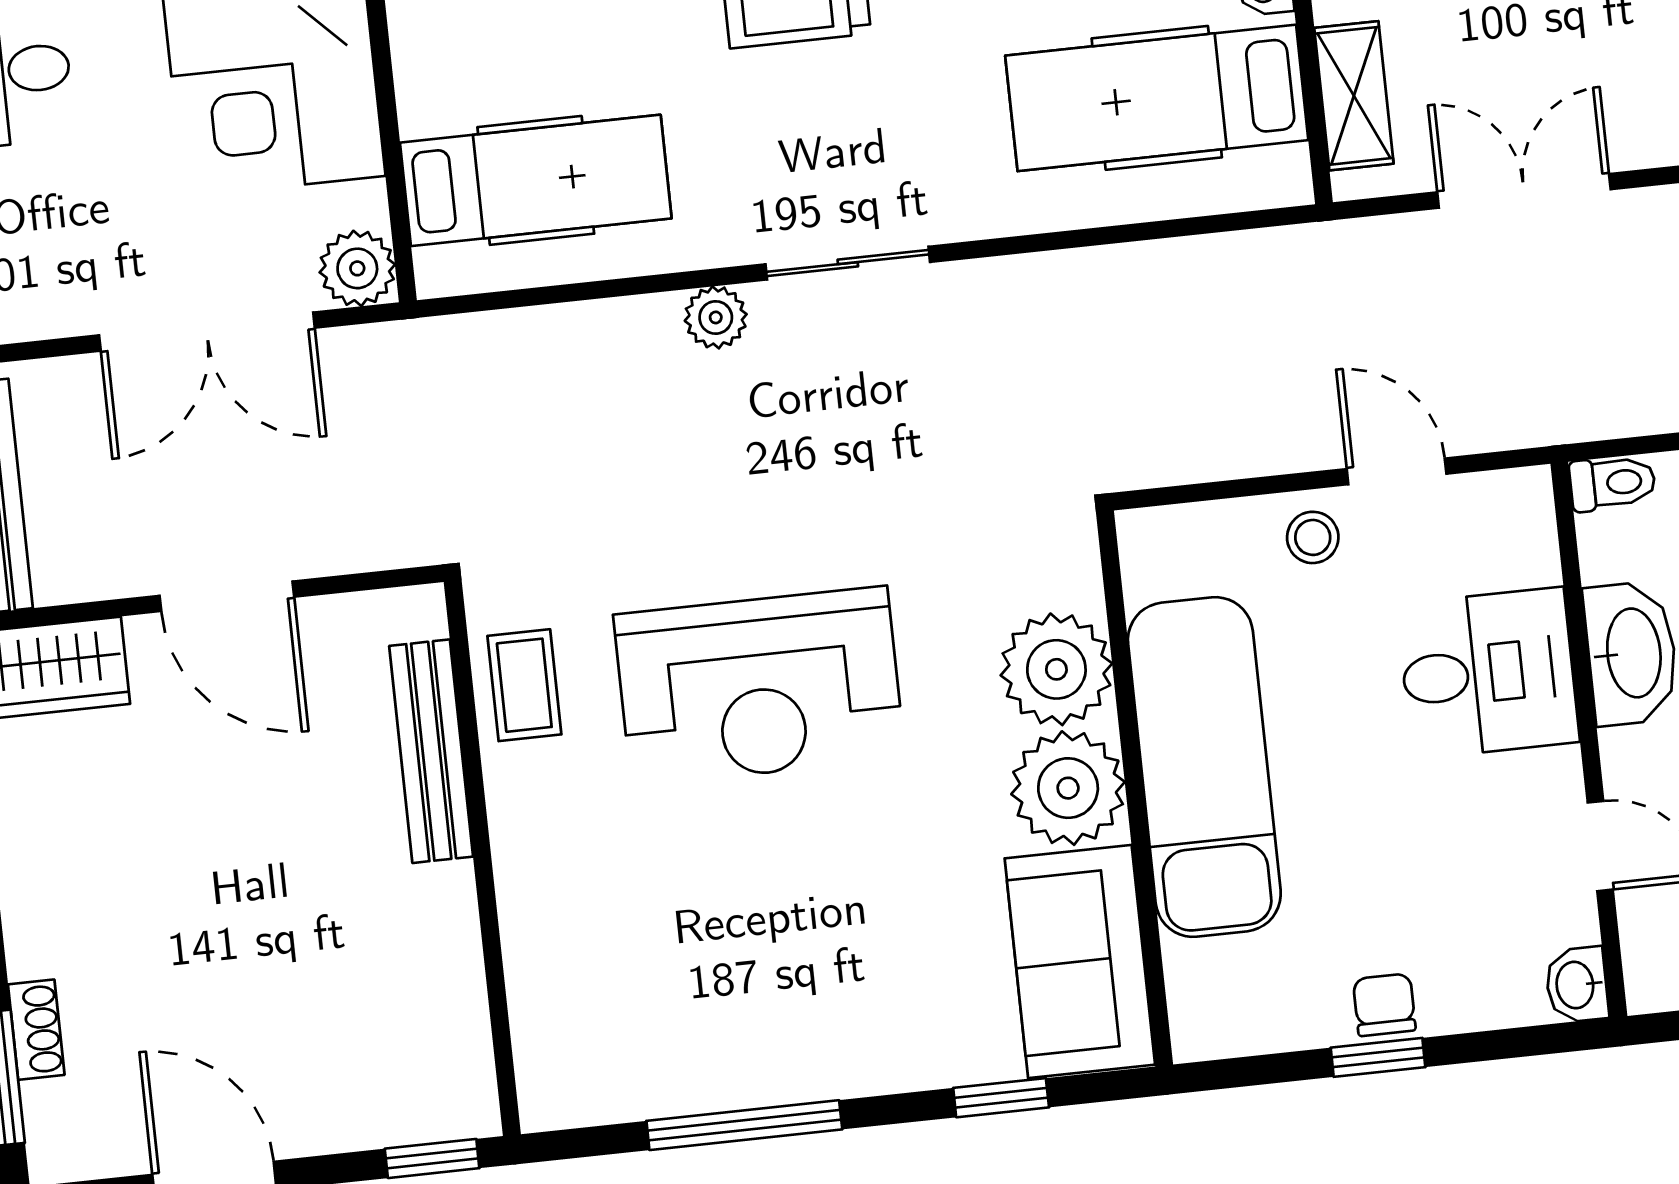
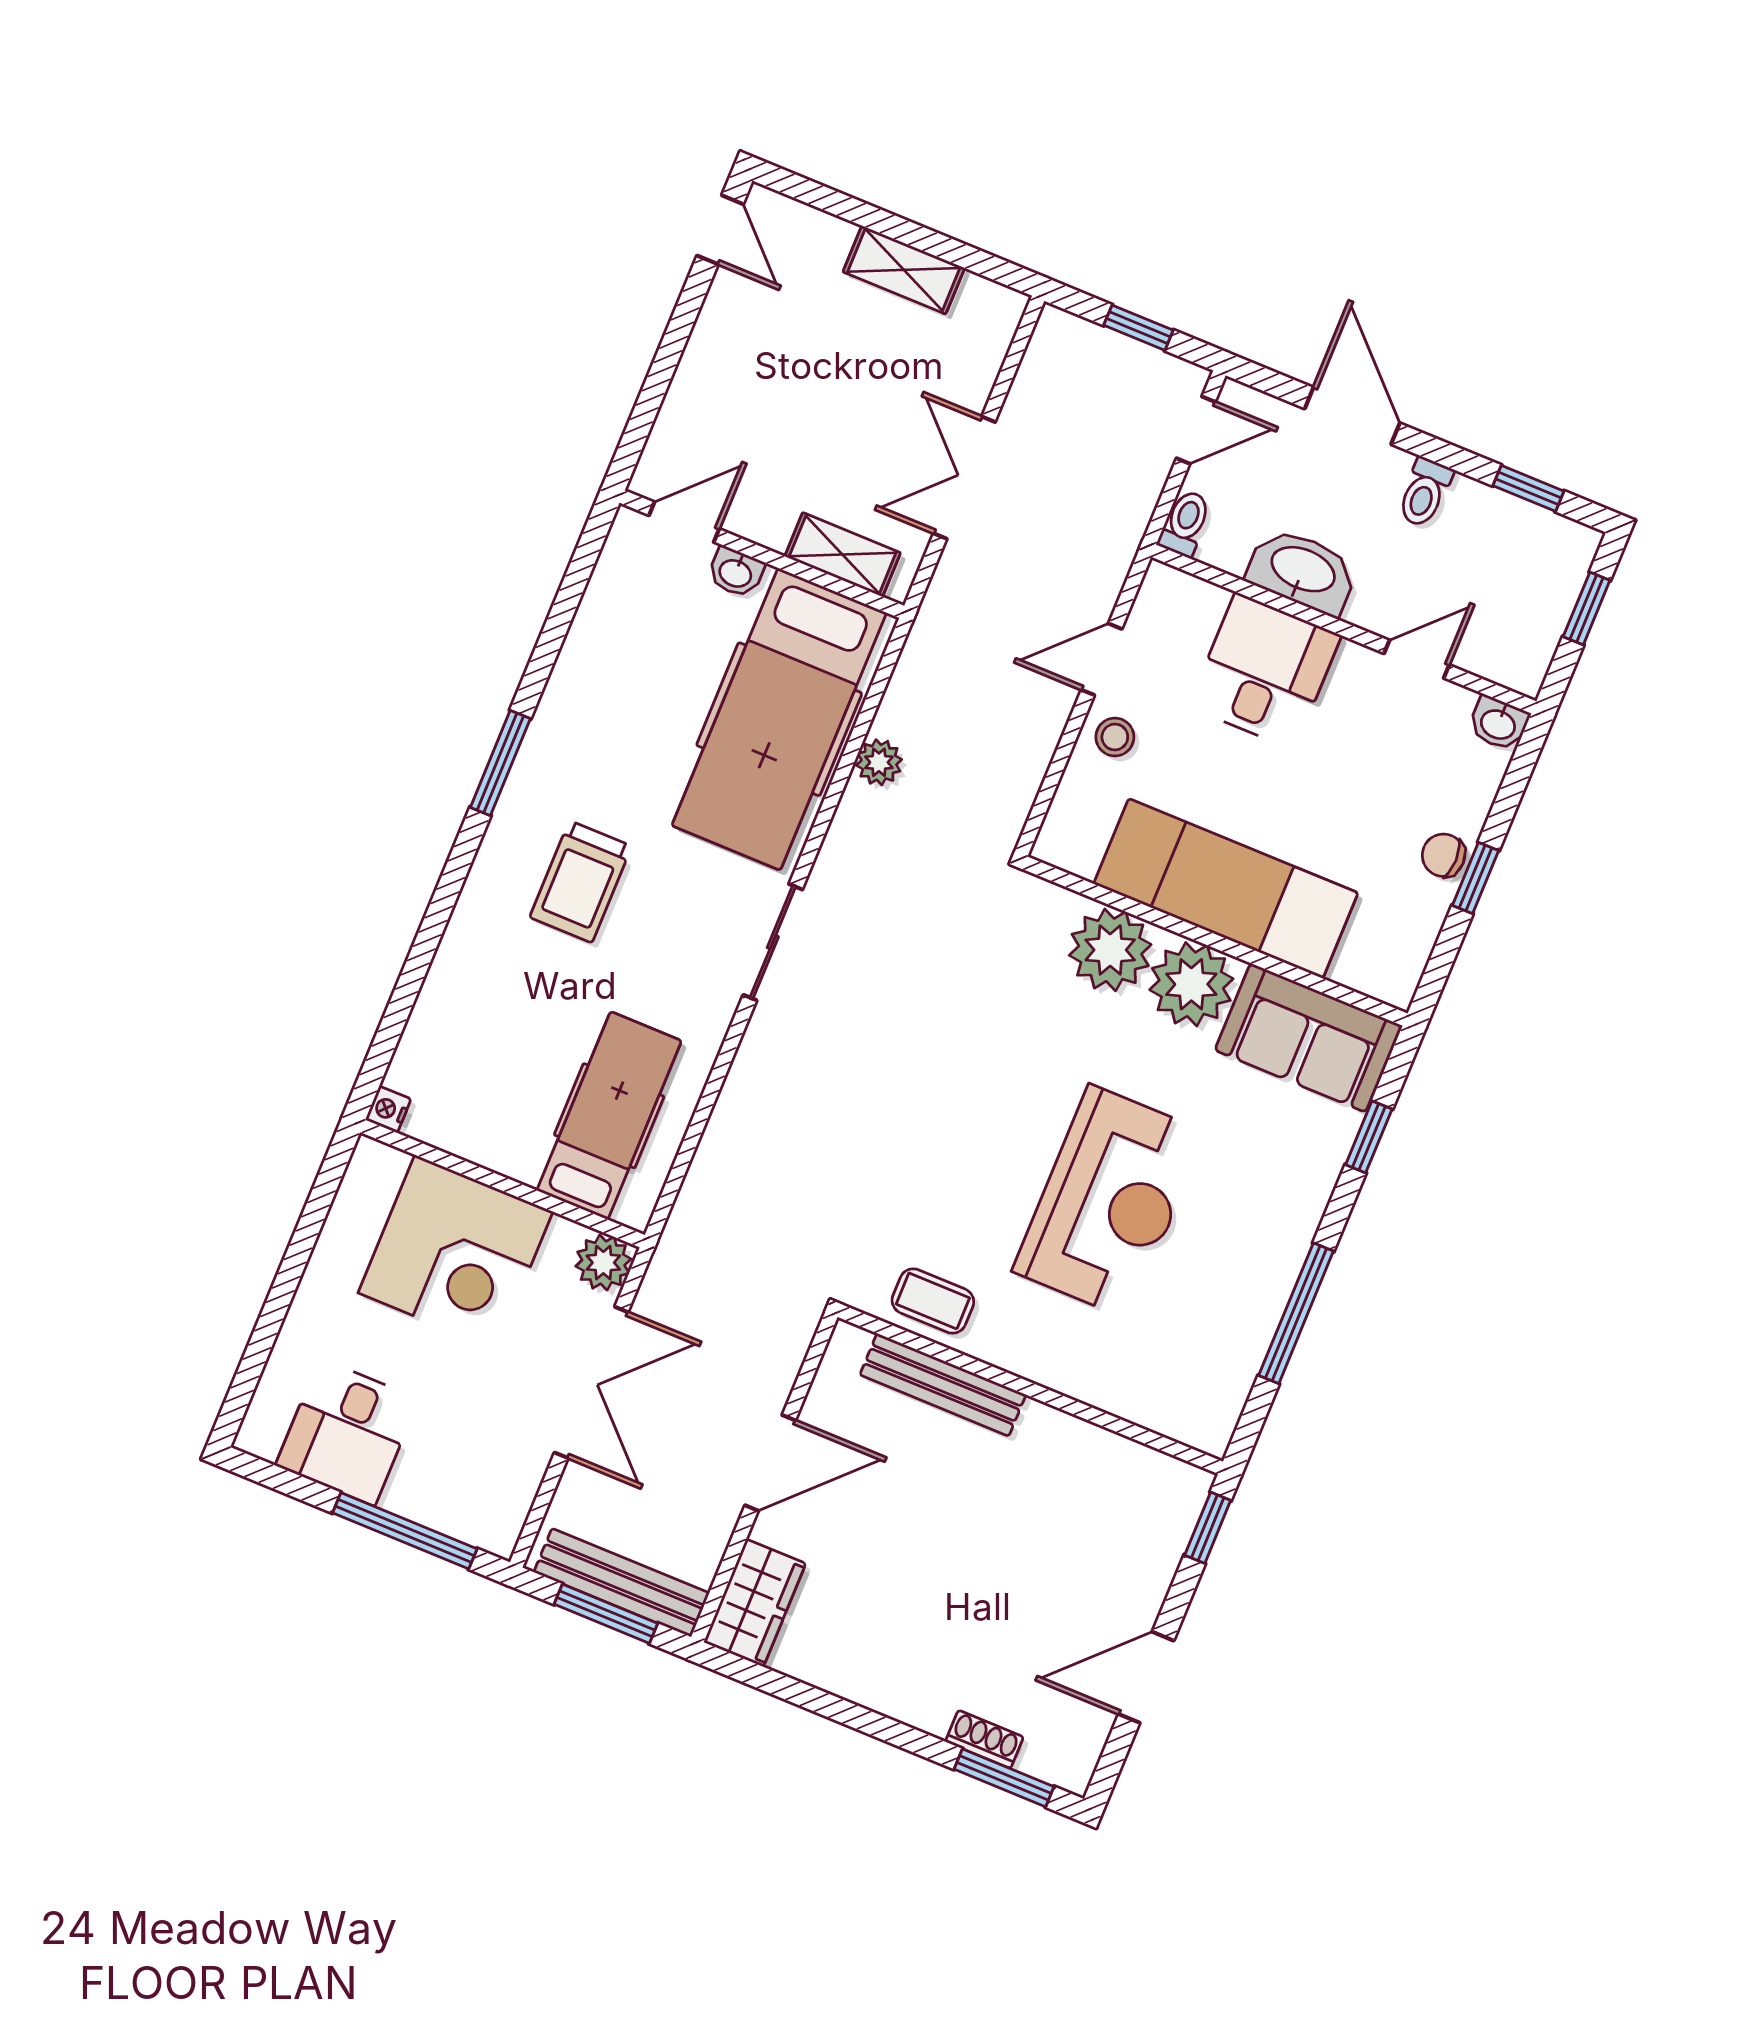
hospital bed: (1157, 98) -> (779, 719), width x1.37, depth x1.29
plant: (716, 317) -> (879, 762), moved
reception desk: (759, 686) -> (1109, 1202), moved

